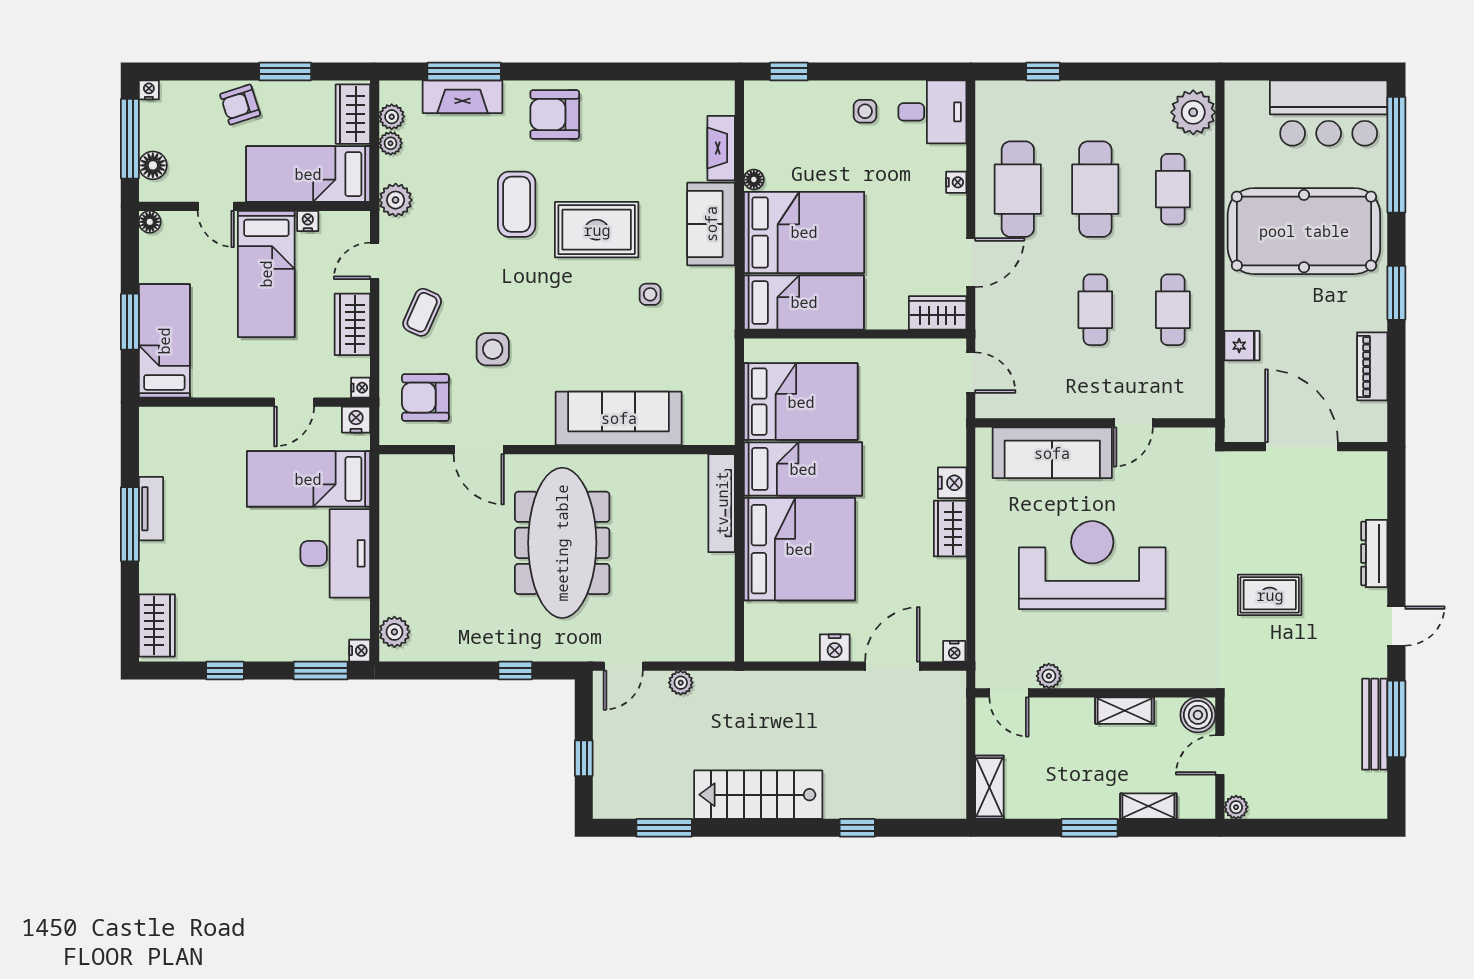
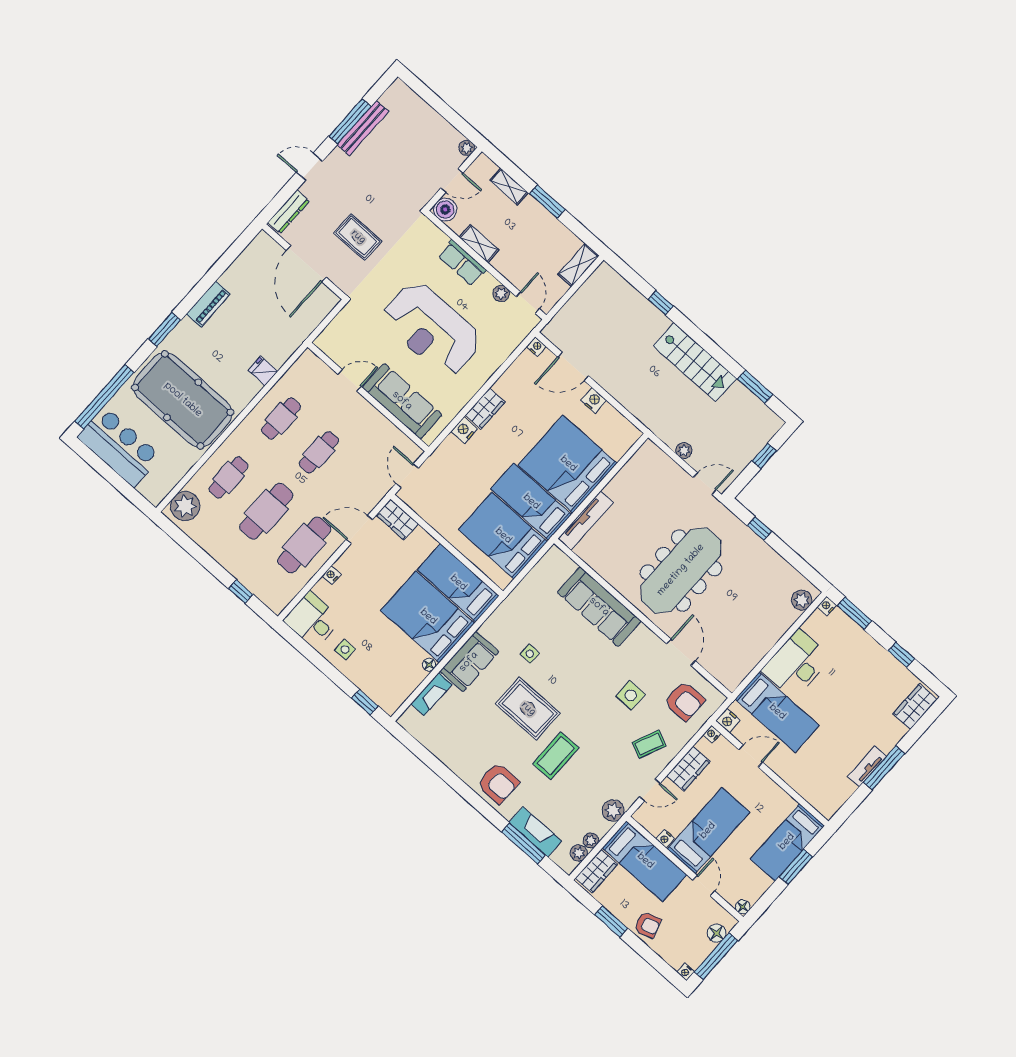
door: (1302, 447) -> (306, 264), moved
wall: (1306, 447) -> (304, 262), moved
row of seats: (1124, 671) -> (462, 263), added

